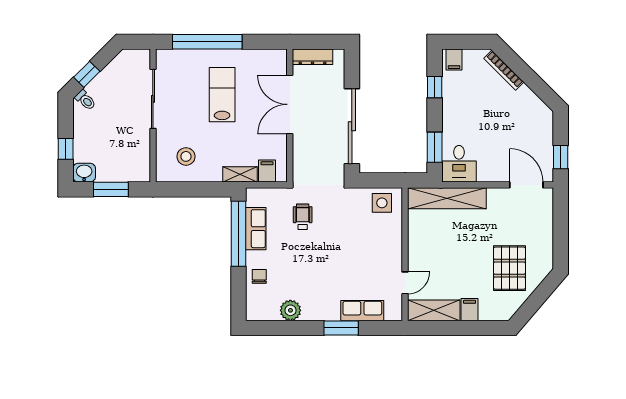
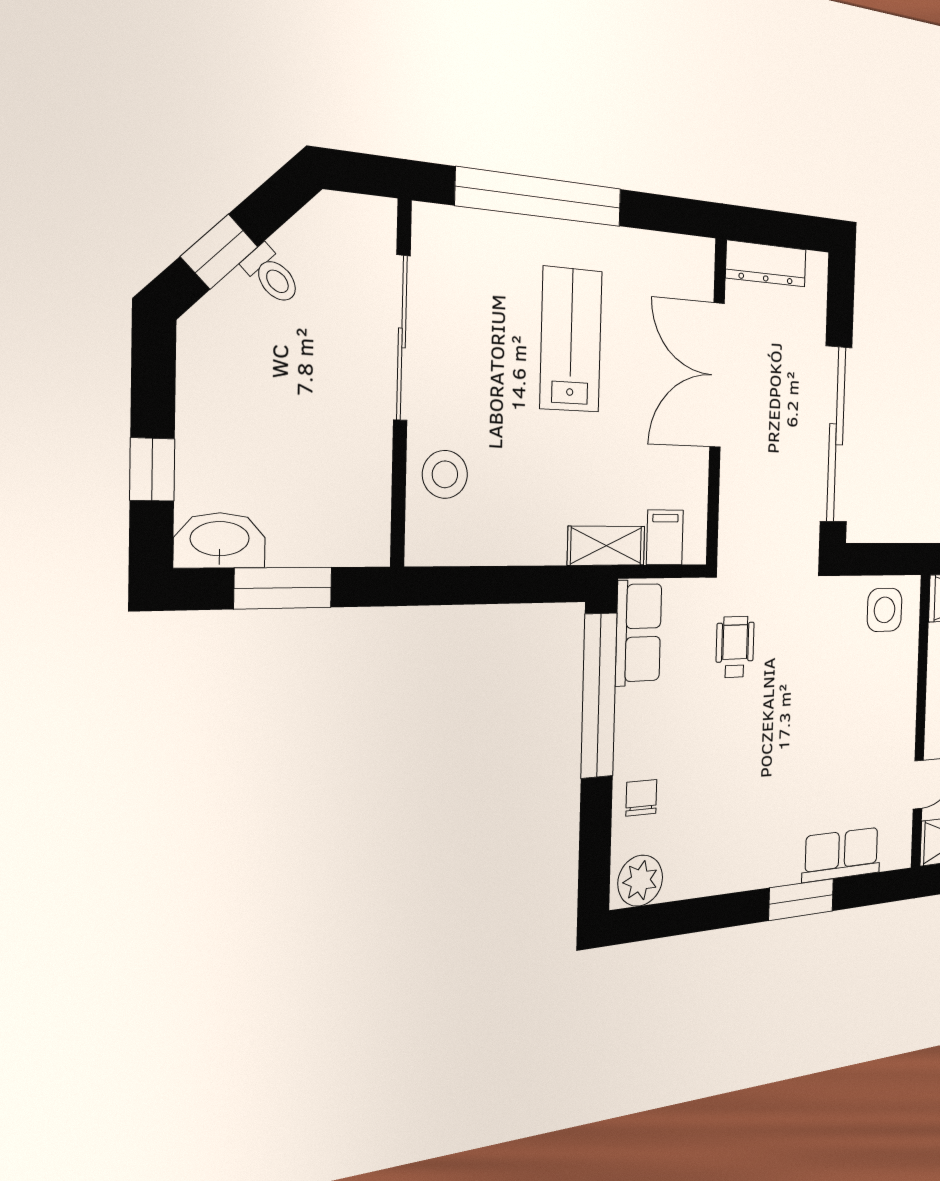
toilet: (85, 100) -> (272, 275), moved
stool: (186, 156) -> (445, 474), moved
washbasin: (84, 173) -> (220, 540), width x1.38
row of seats: (256, 229) -> (639, 633), moved
plant: (290, 310) -> (640, 881), moved

